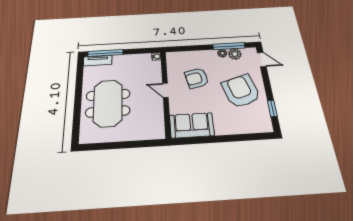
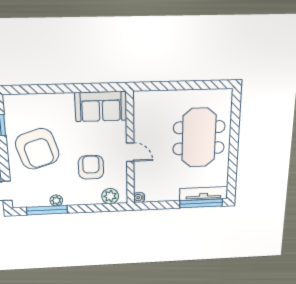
plant: (235, 54) -> (110, 196), moved
tv unit: (98, 61) -> (204, 194), width x1.41
armchair: (197, 78) -> (91, 167), turned -77

